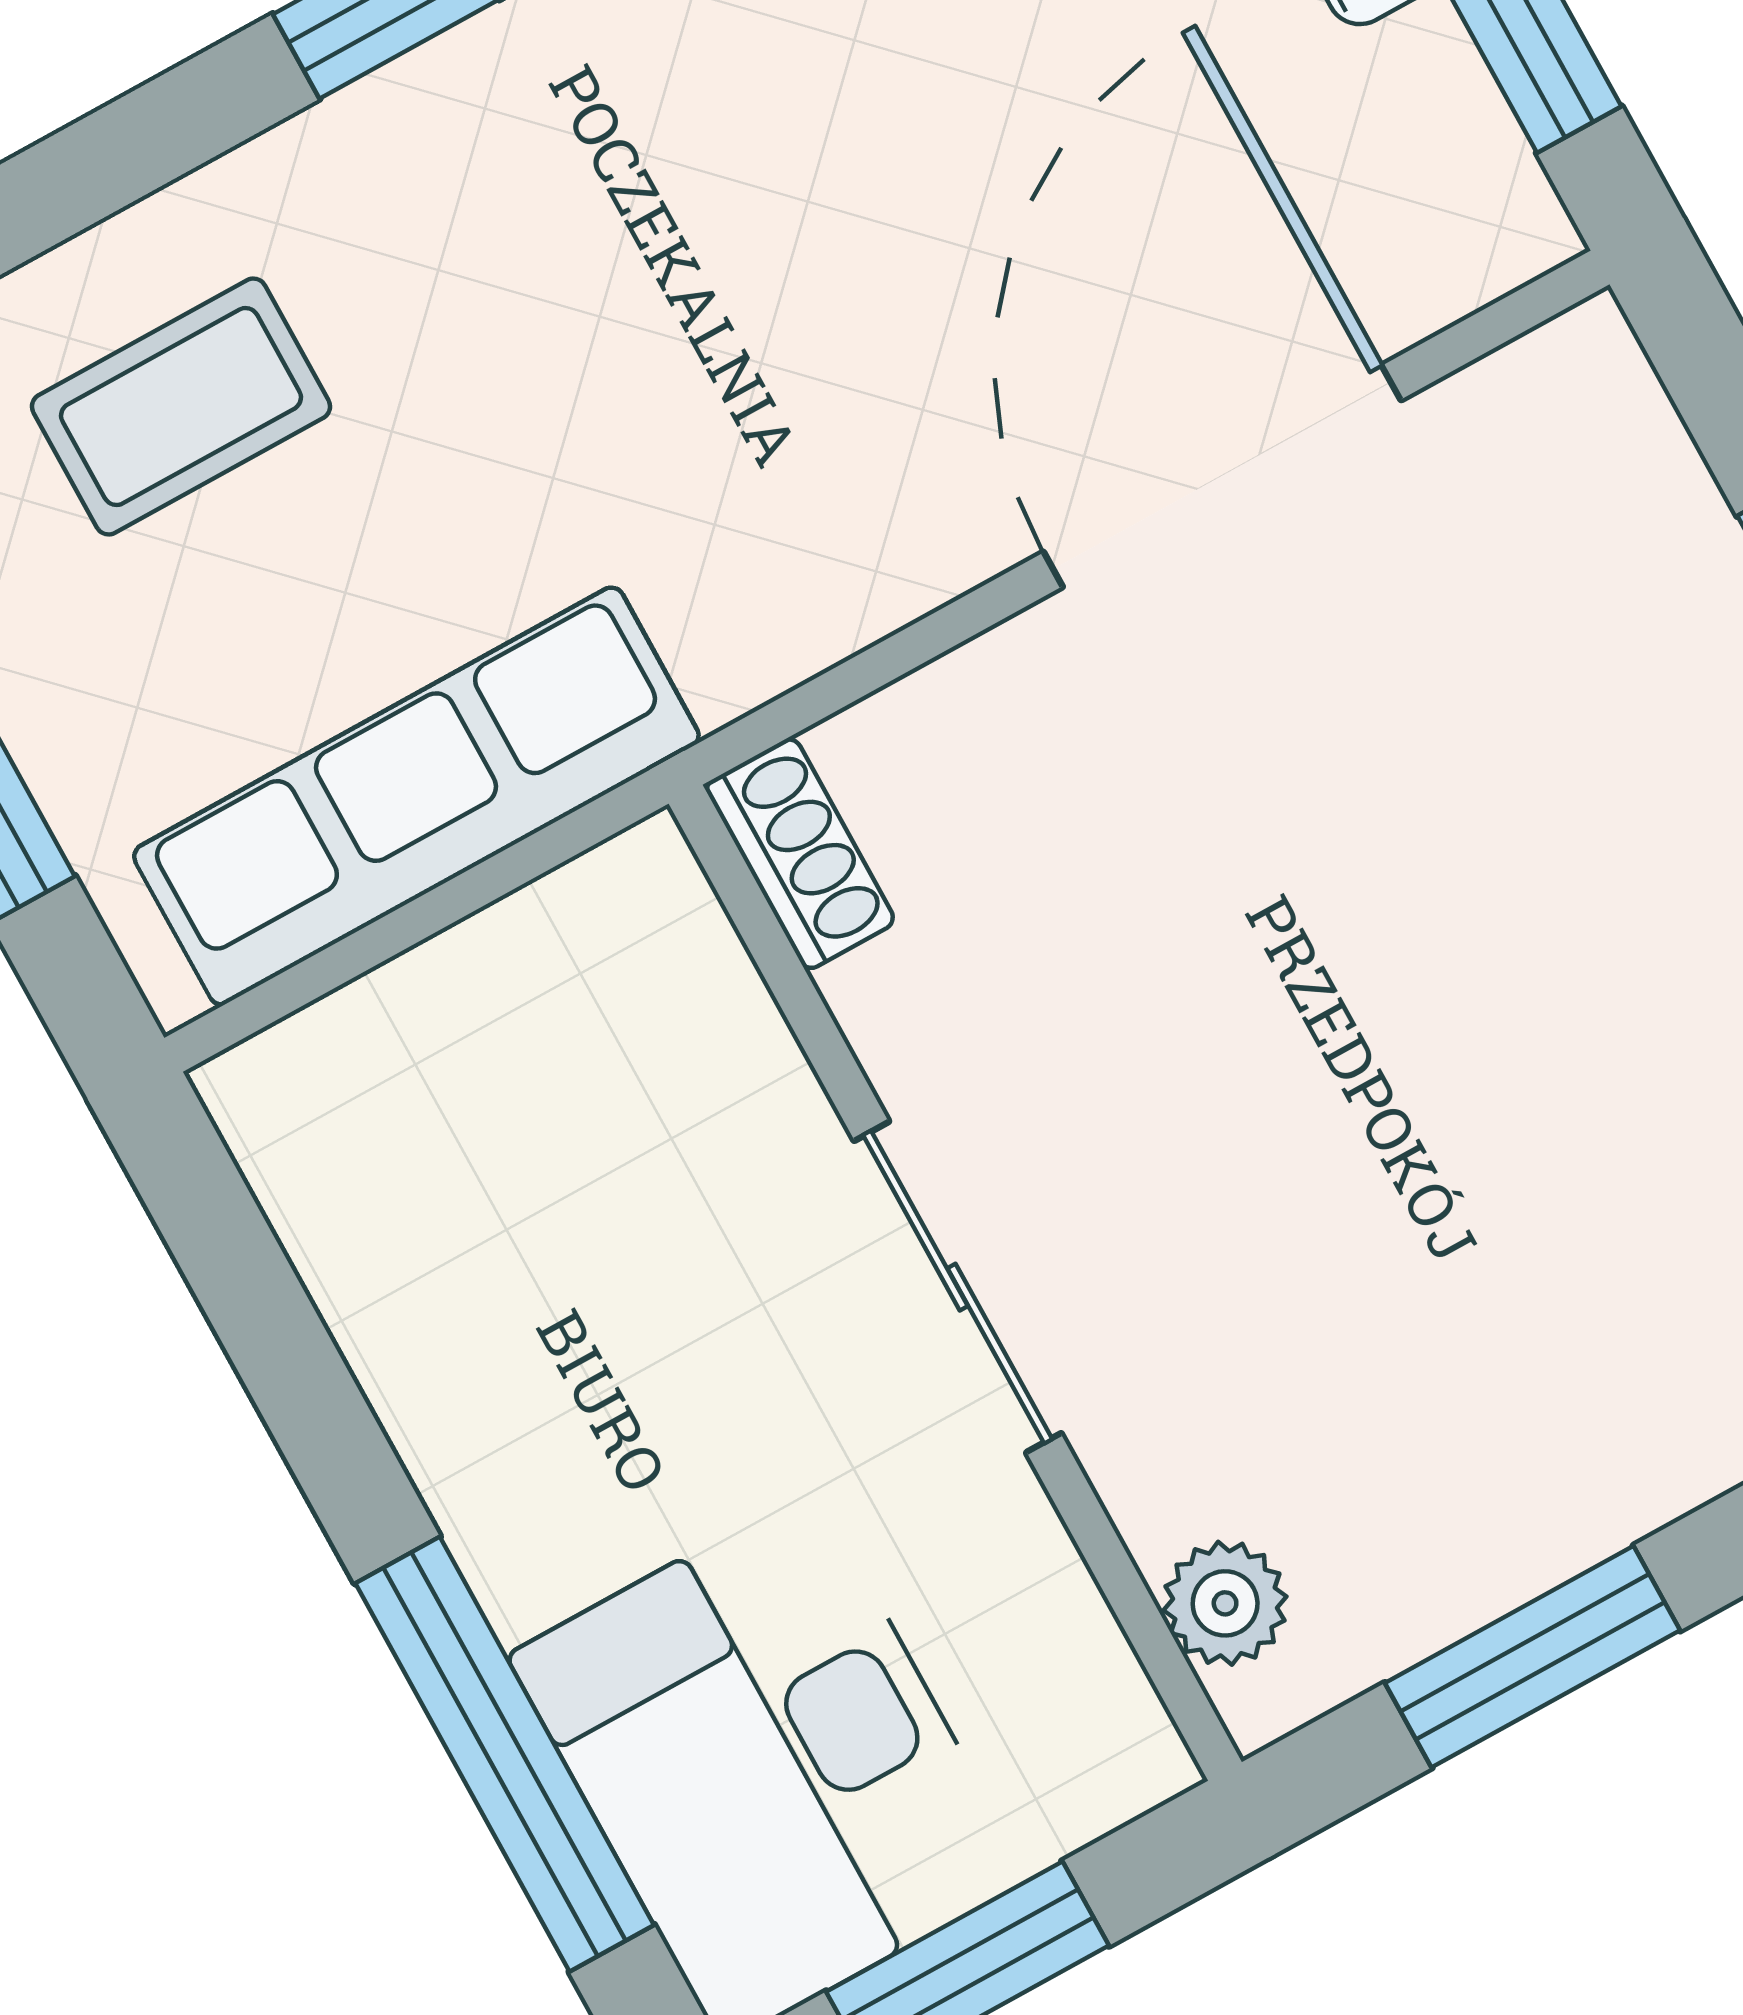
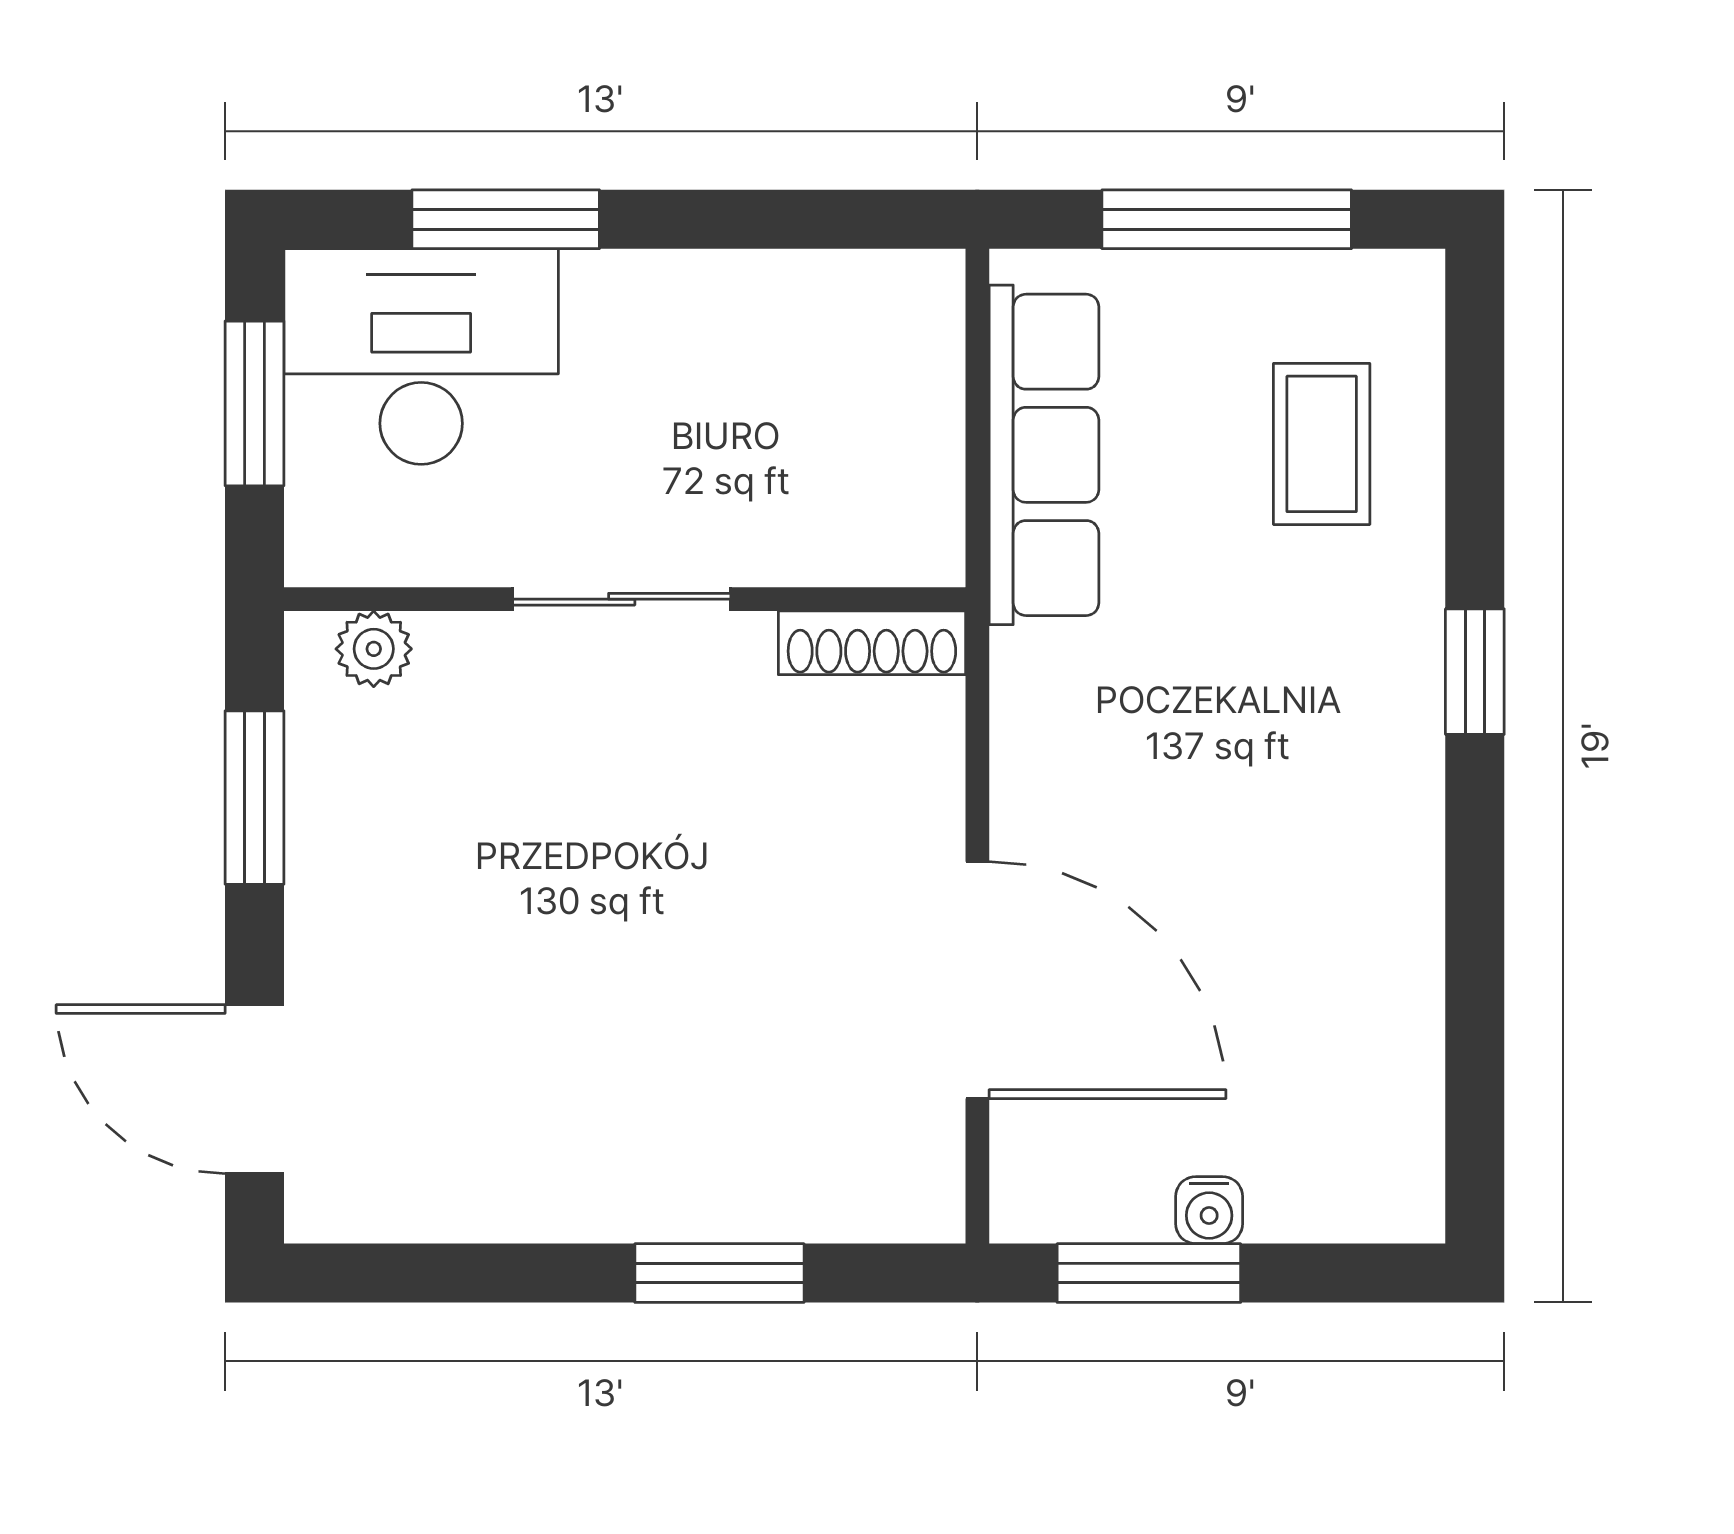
shoe rack: (800, 854) -> (872, 643), width x1.43
window: (505, 1754) -> (506, 219), width x0.69

